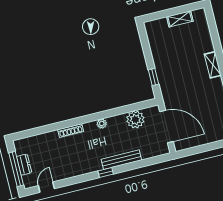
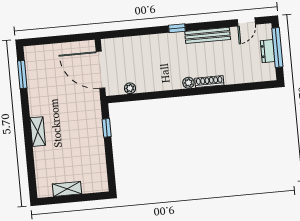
plant: (135, 119) -> (130, 88), width x0.53, depth x0.53
plant: (102, 124) -> (188, 83), moved
bench: (121, 160) -> (208, 35), moved

